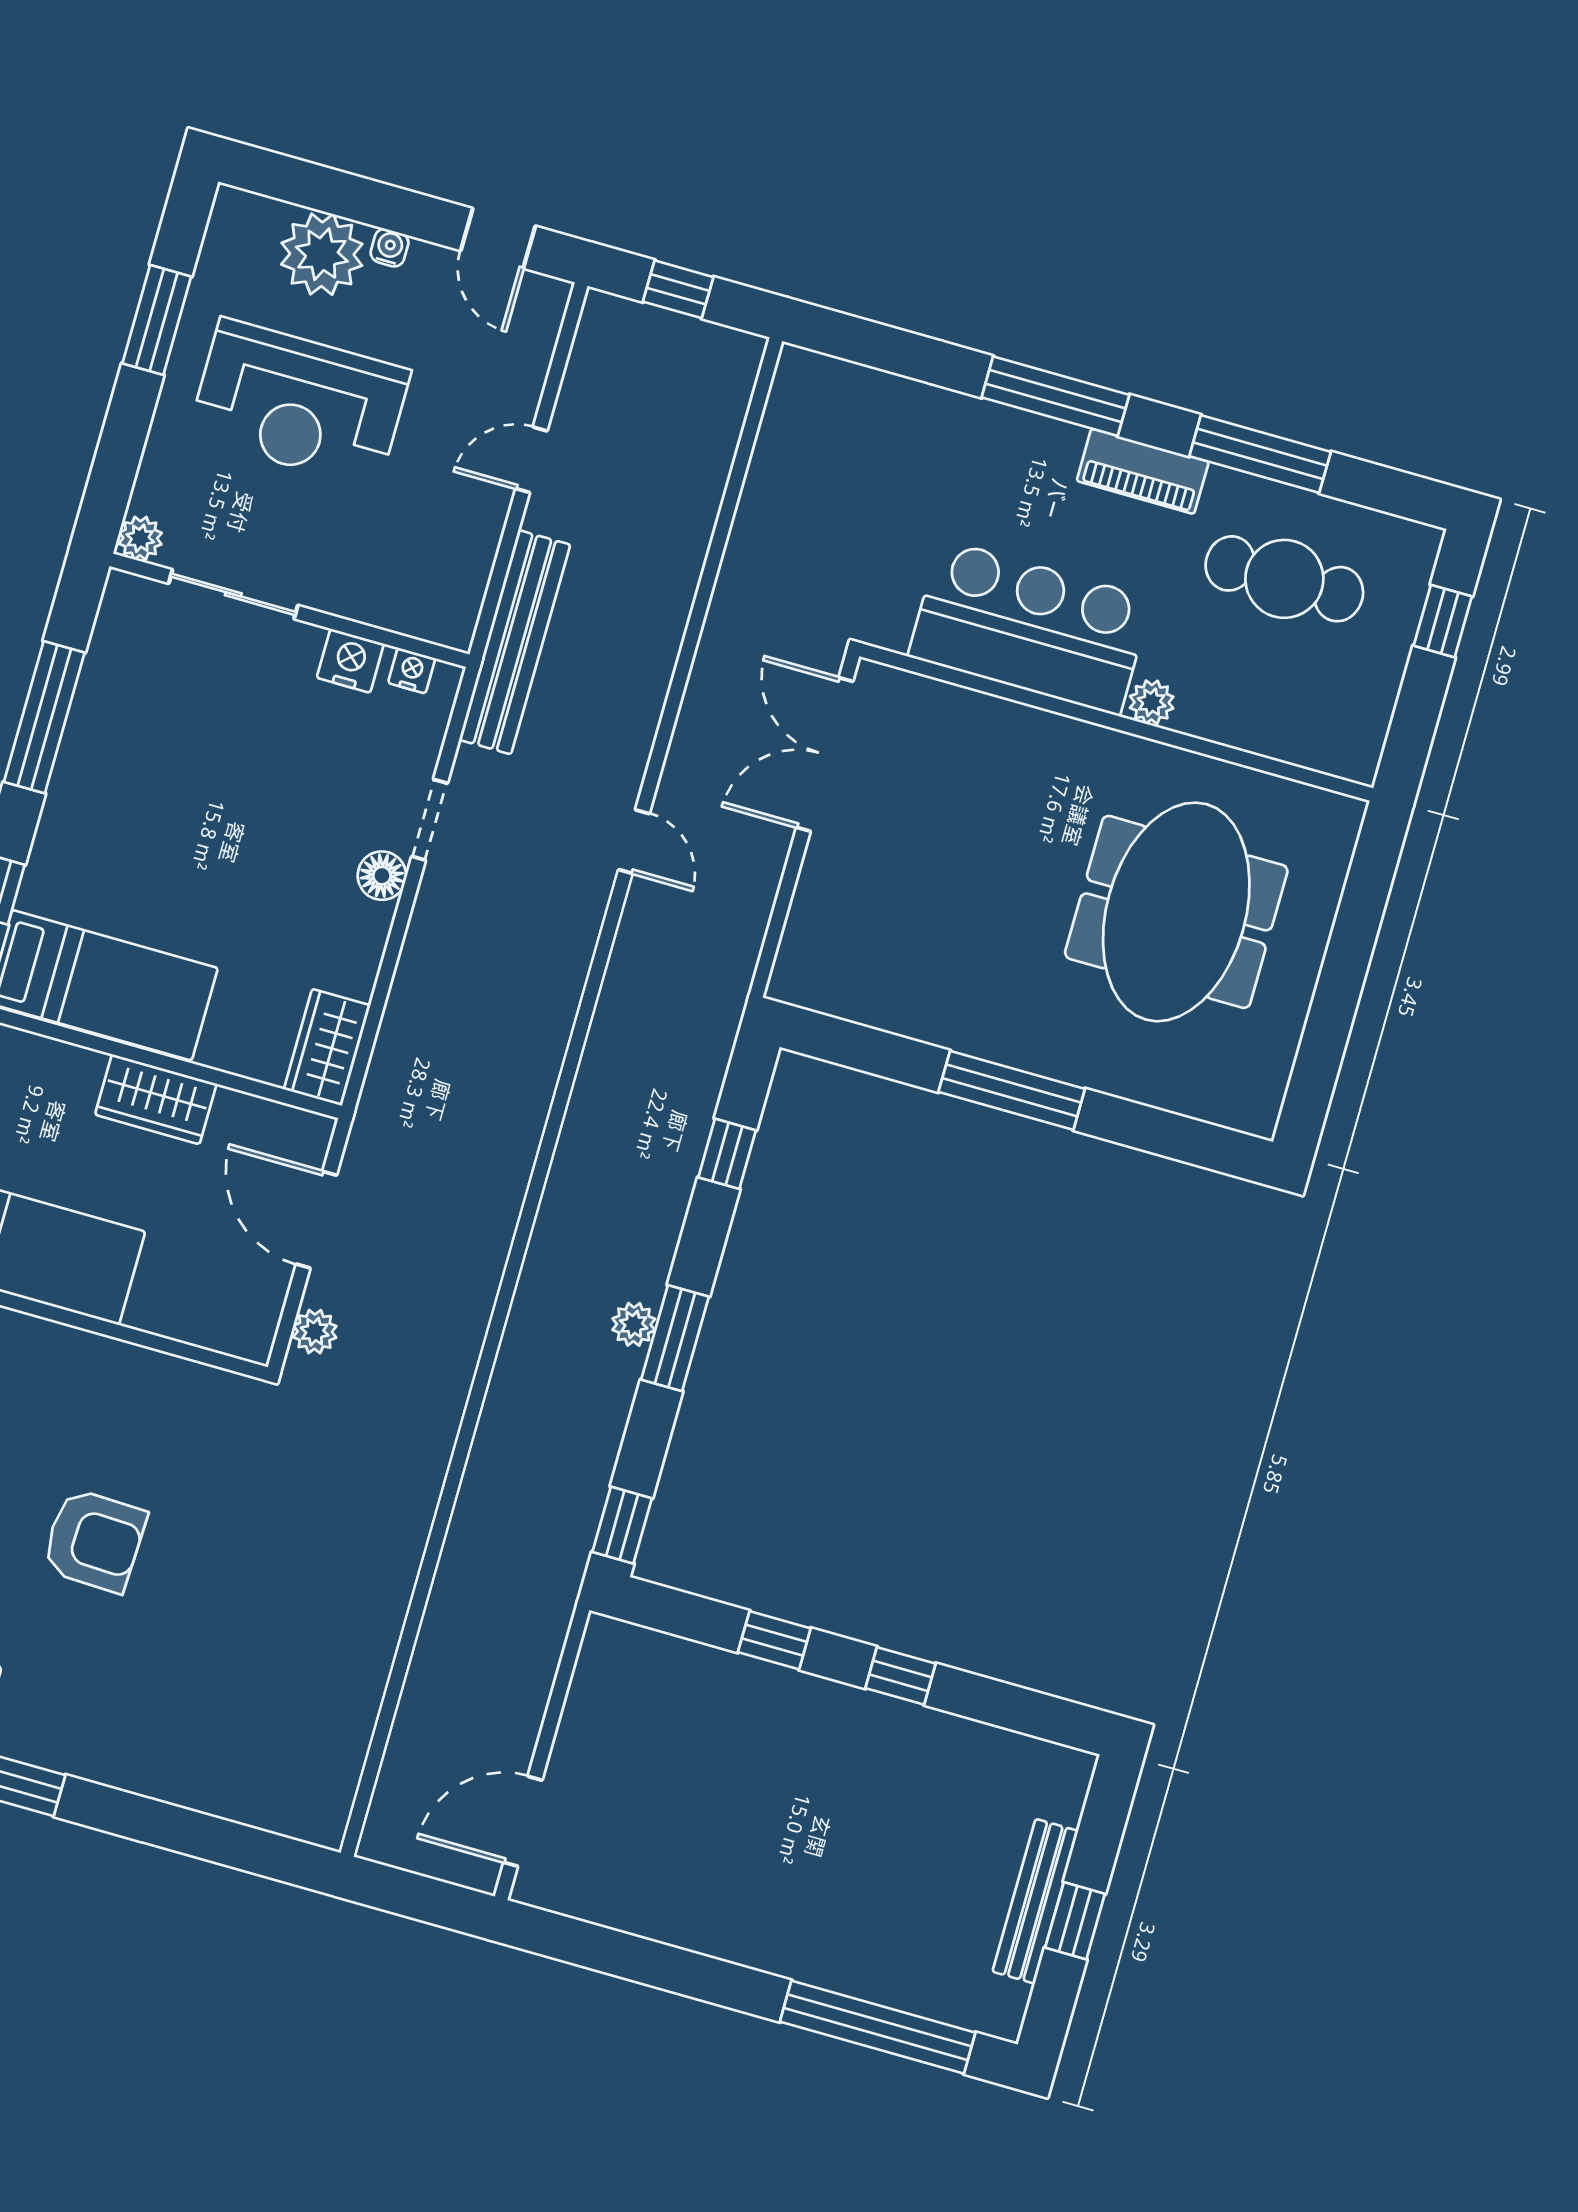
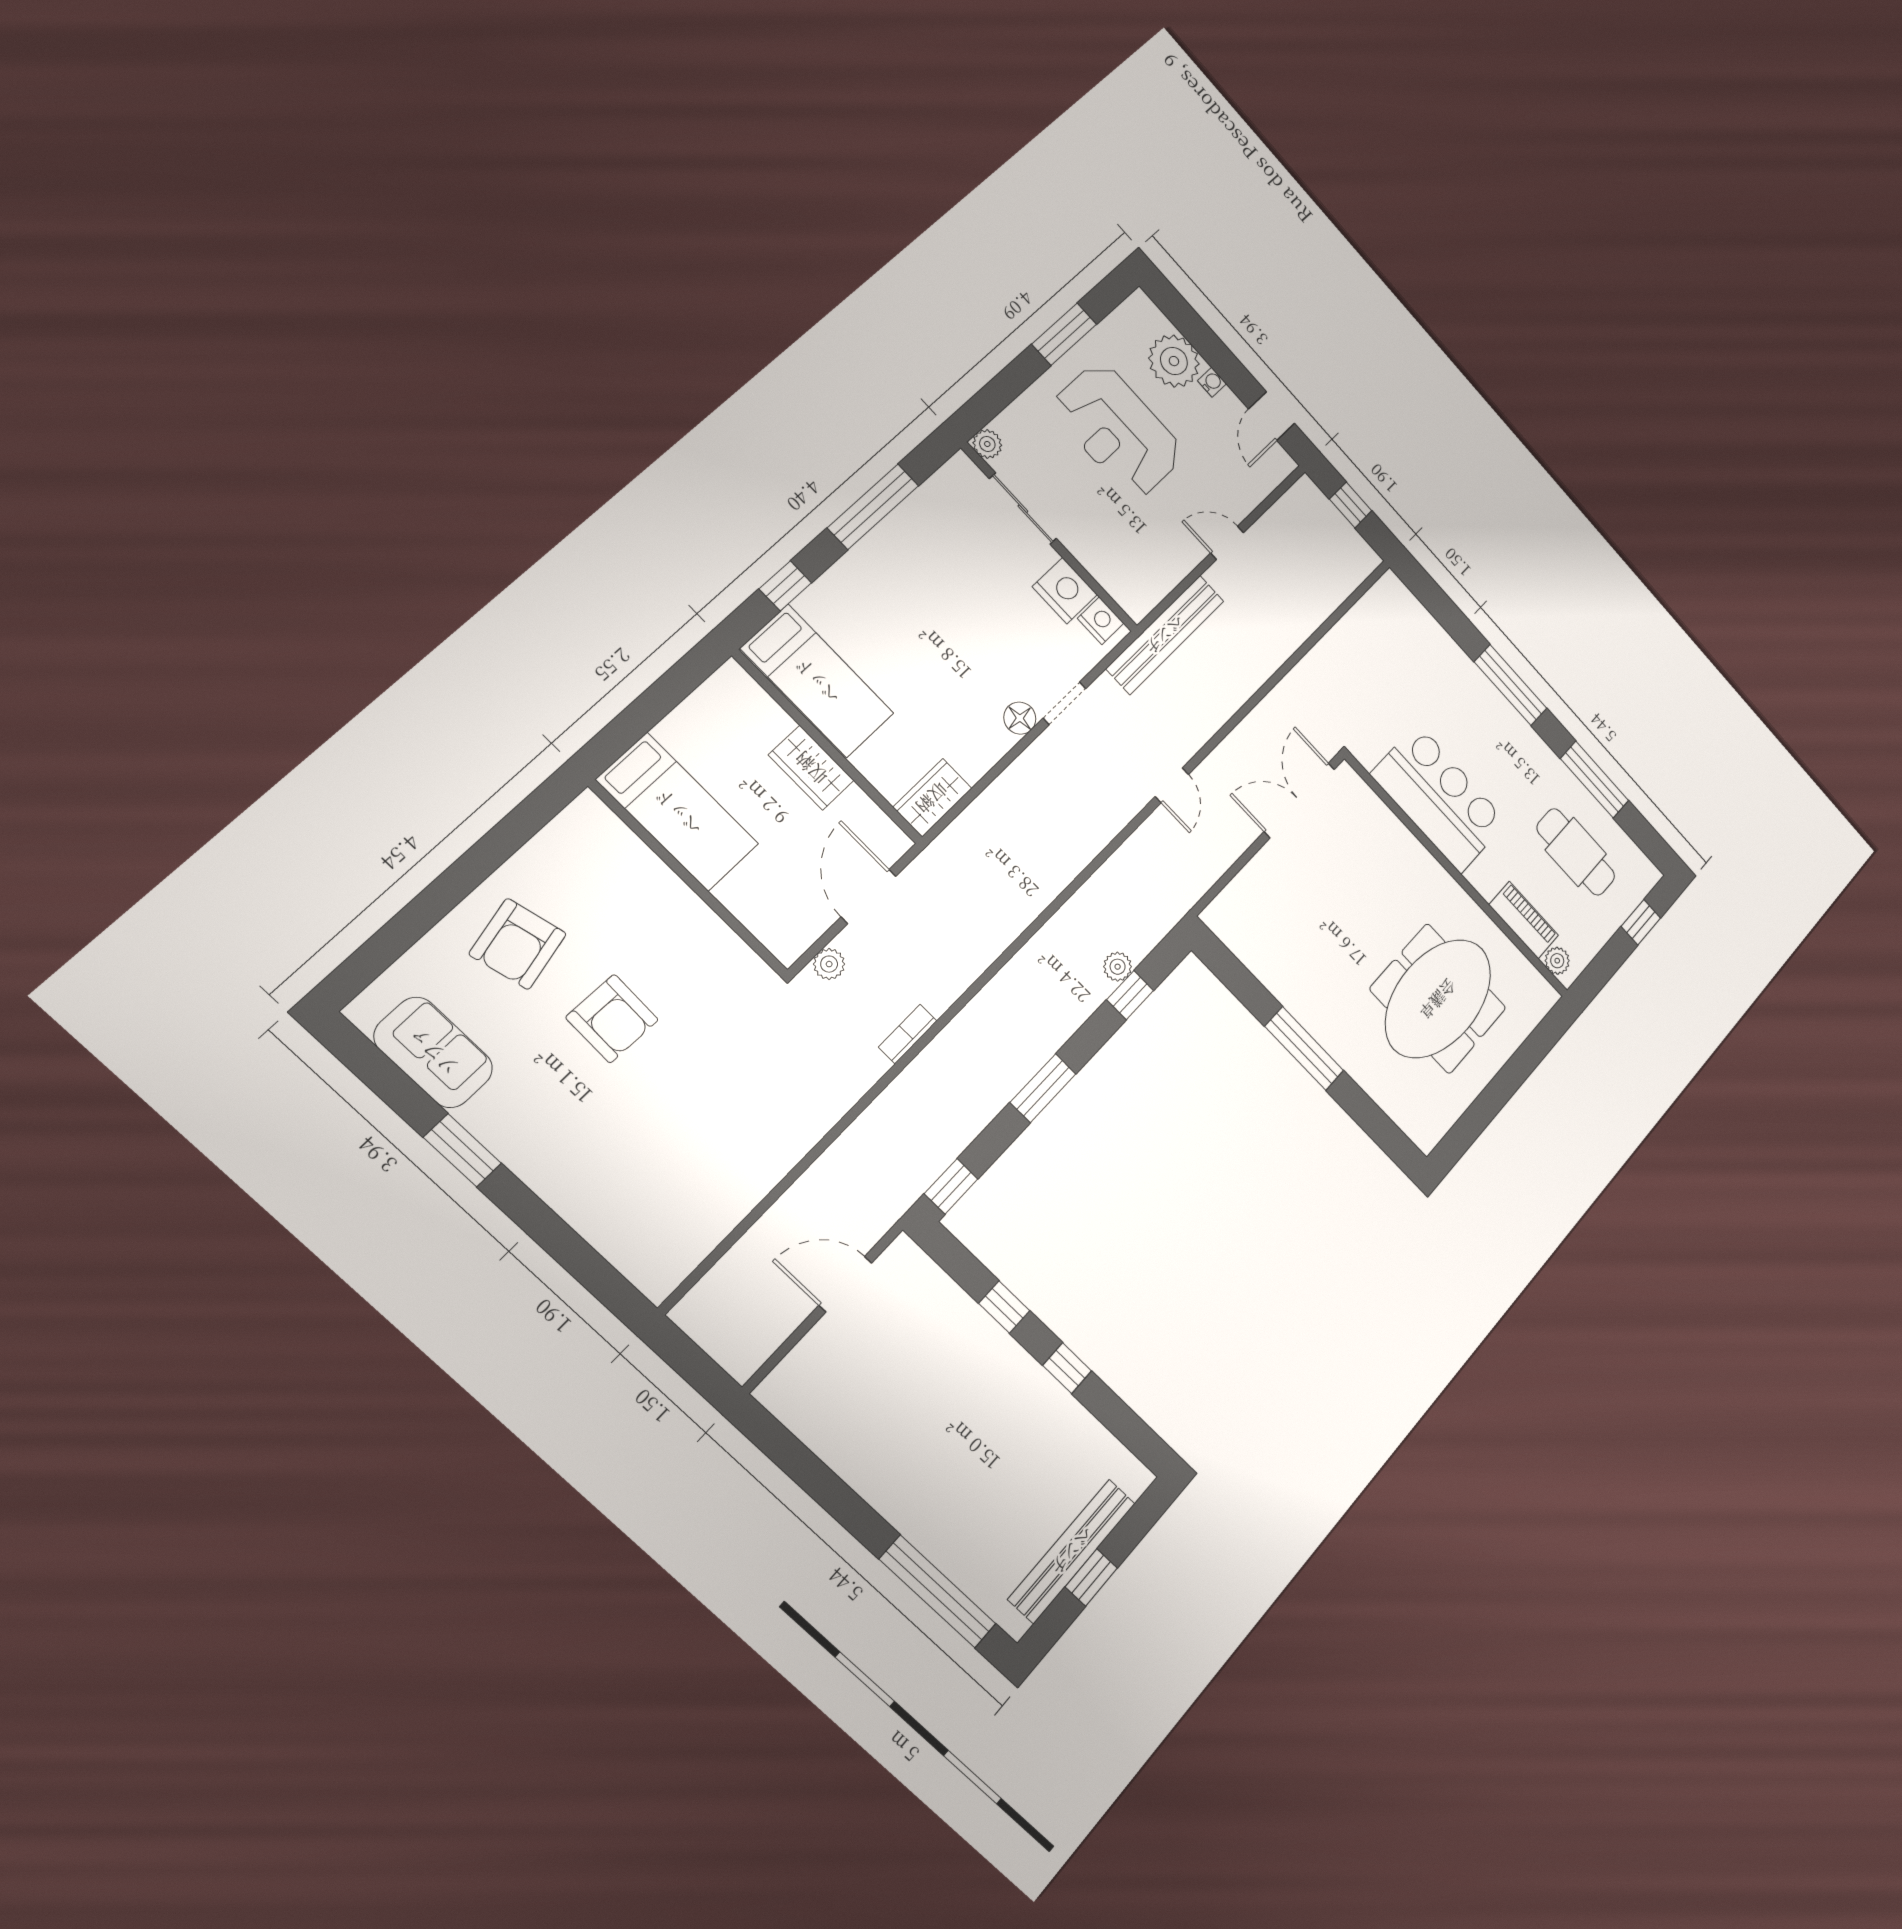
piano: (1143, 471) -> (1524, 920), moved, turned 180
nightstand: (350, 661) -> (1065, 591), width x1.36, depth x1.33
nightstand: (412, 671) -> (1101, 621), width x1.39, depth x1.35
plant: (1152, 702) -> (1557, 961), moved
plant: (634, 1324) -> (1118, 967), moved
bookcase: (461, 1364) -> (908, 1034), added
door: (523, 1821) -> (845, 1284), moved
bench: (1035, 1901) -> (1072, 1551), width x1.37, depth x1.21

